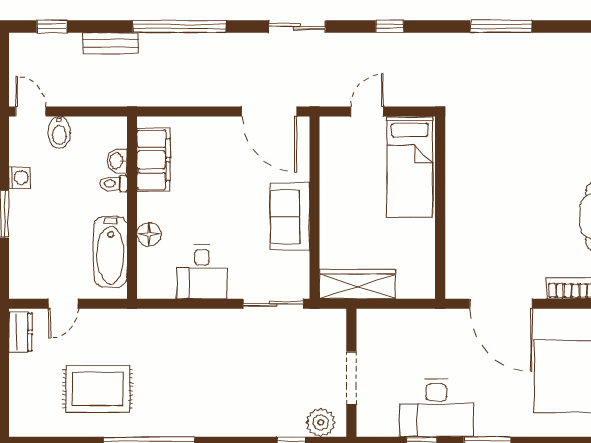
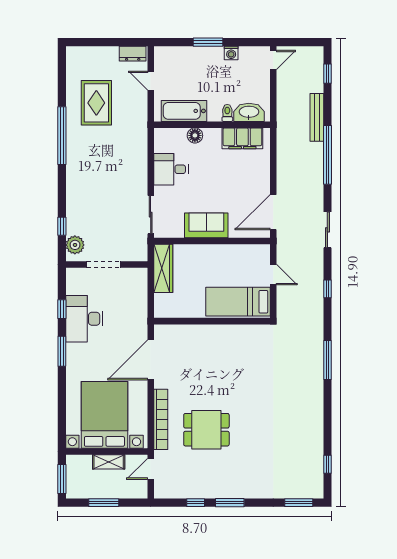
bench: (111, 43) -> (317, 117), width x1.36
bidet: (59, 132) -> (260, 78), removed
washbasin: (117, 161) -> (249, 112), width x1.91, depth x1.45

